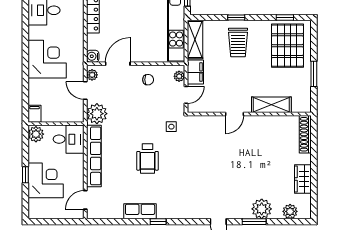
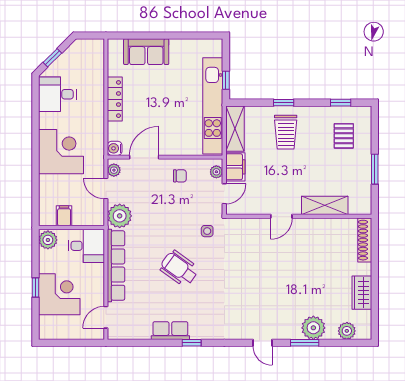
pallet: (287, 46) -> (344, 136), width x0.49, depth x0.50
filing cabinet: (35, 114) -> (64, 216), moved
wheelchair: (148, 158) -> (179, 268), turned 126

